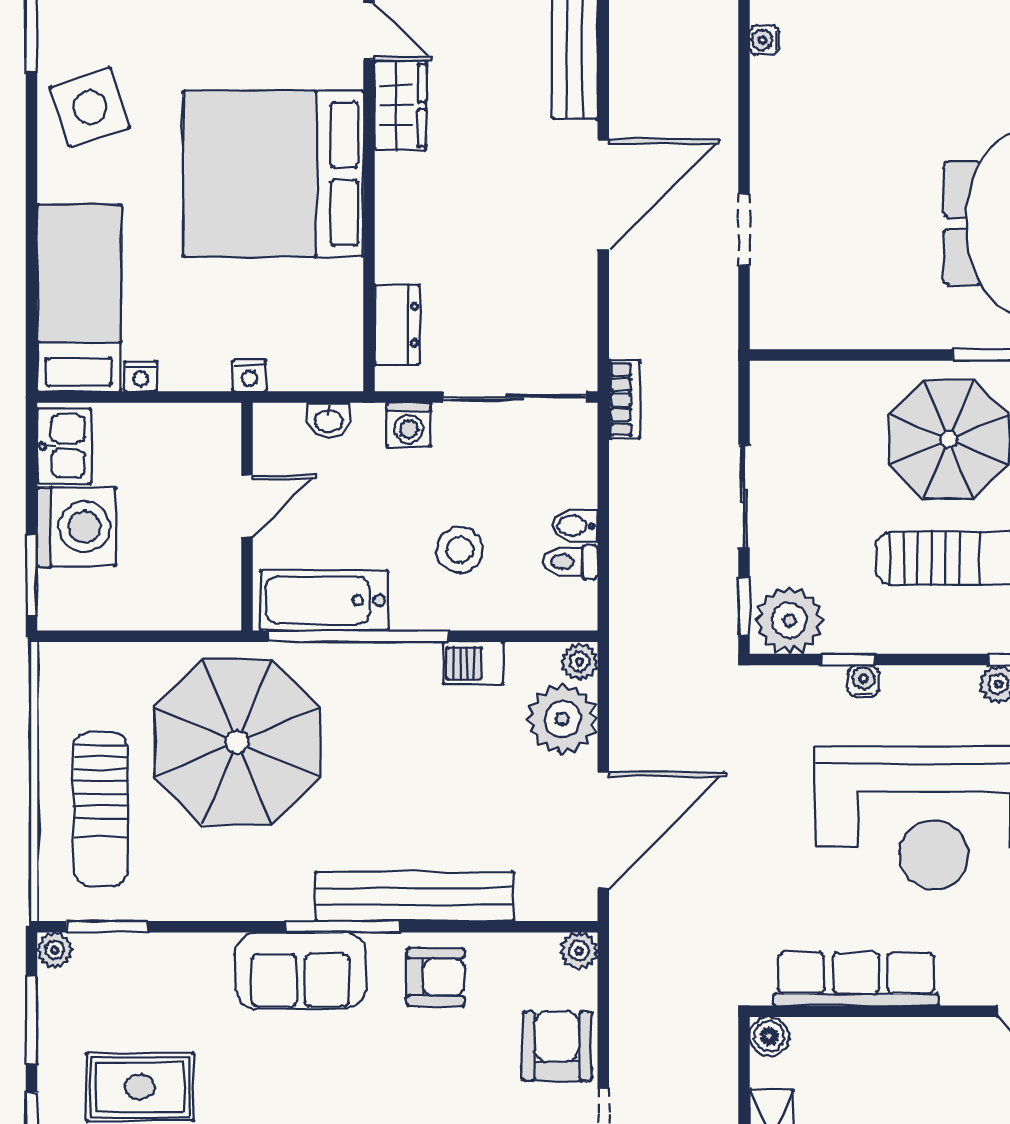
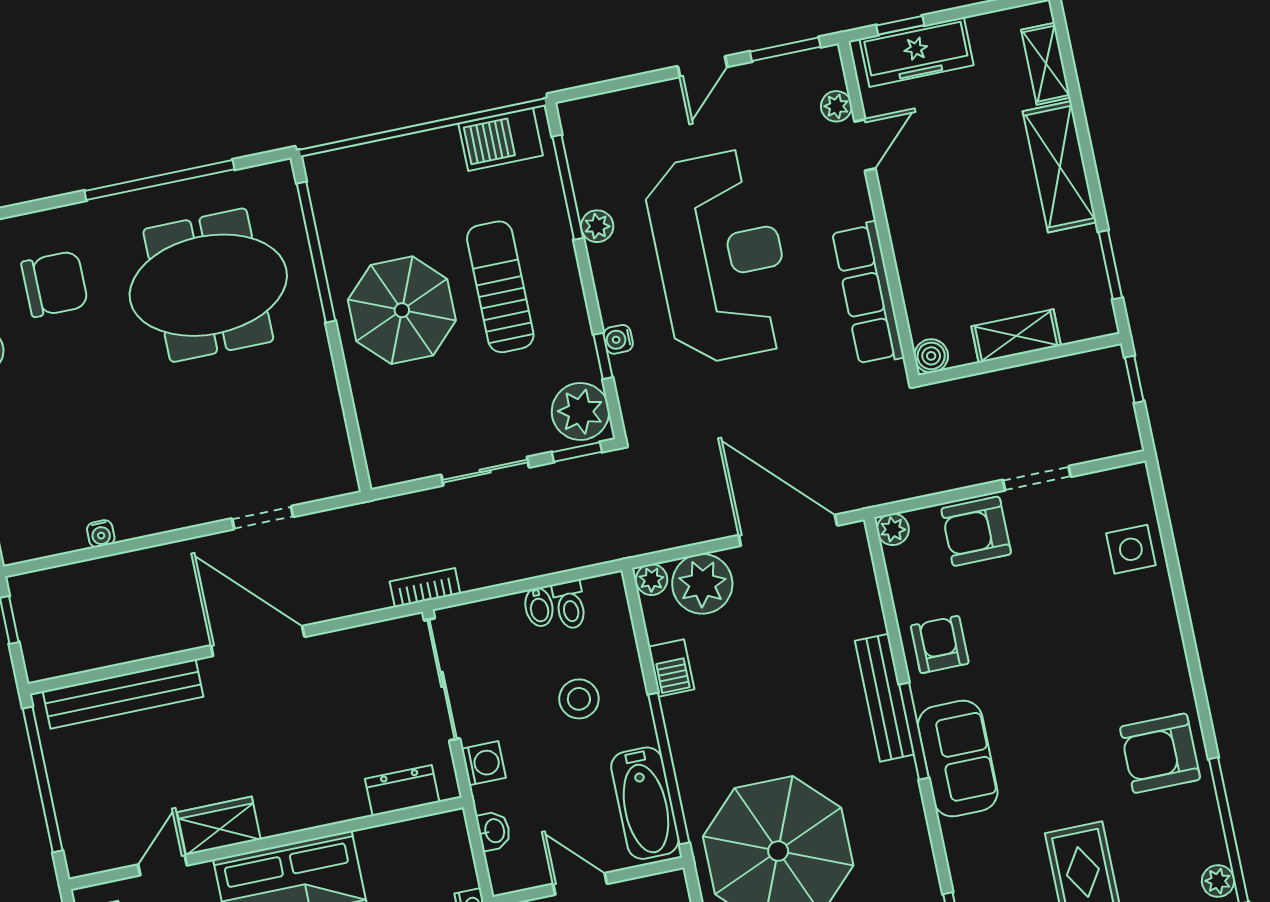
bench: (414, 897) -> (884, 698), width x0.73, depth x0.82

